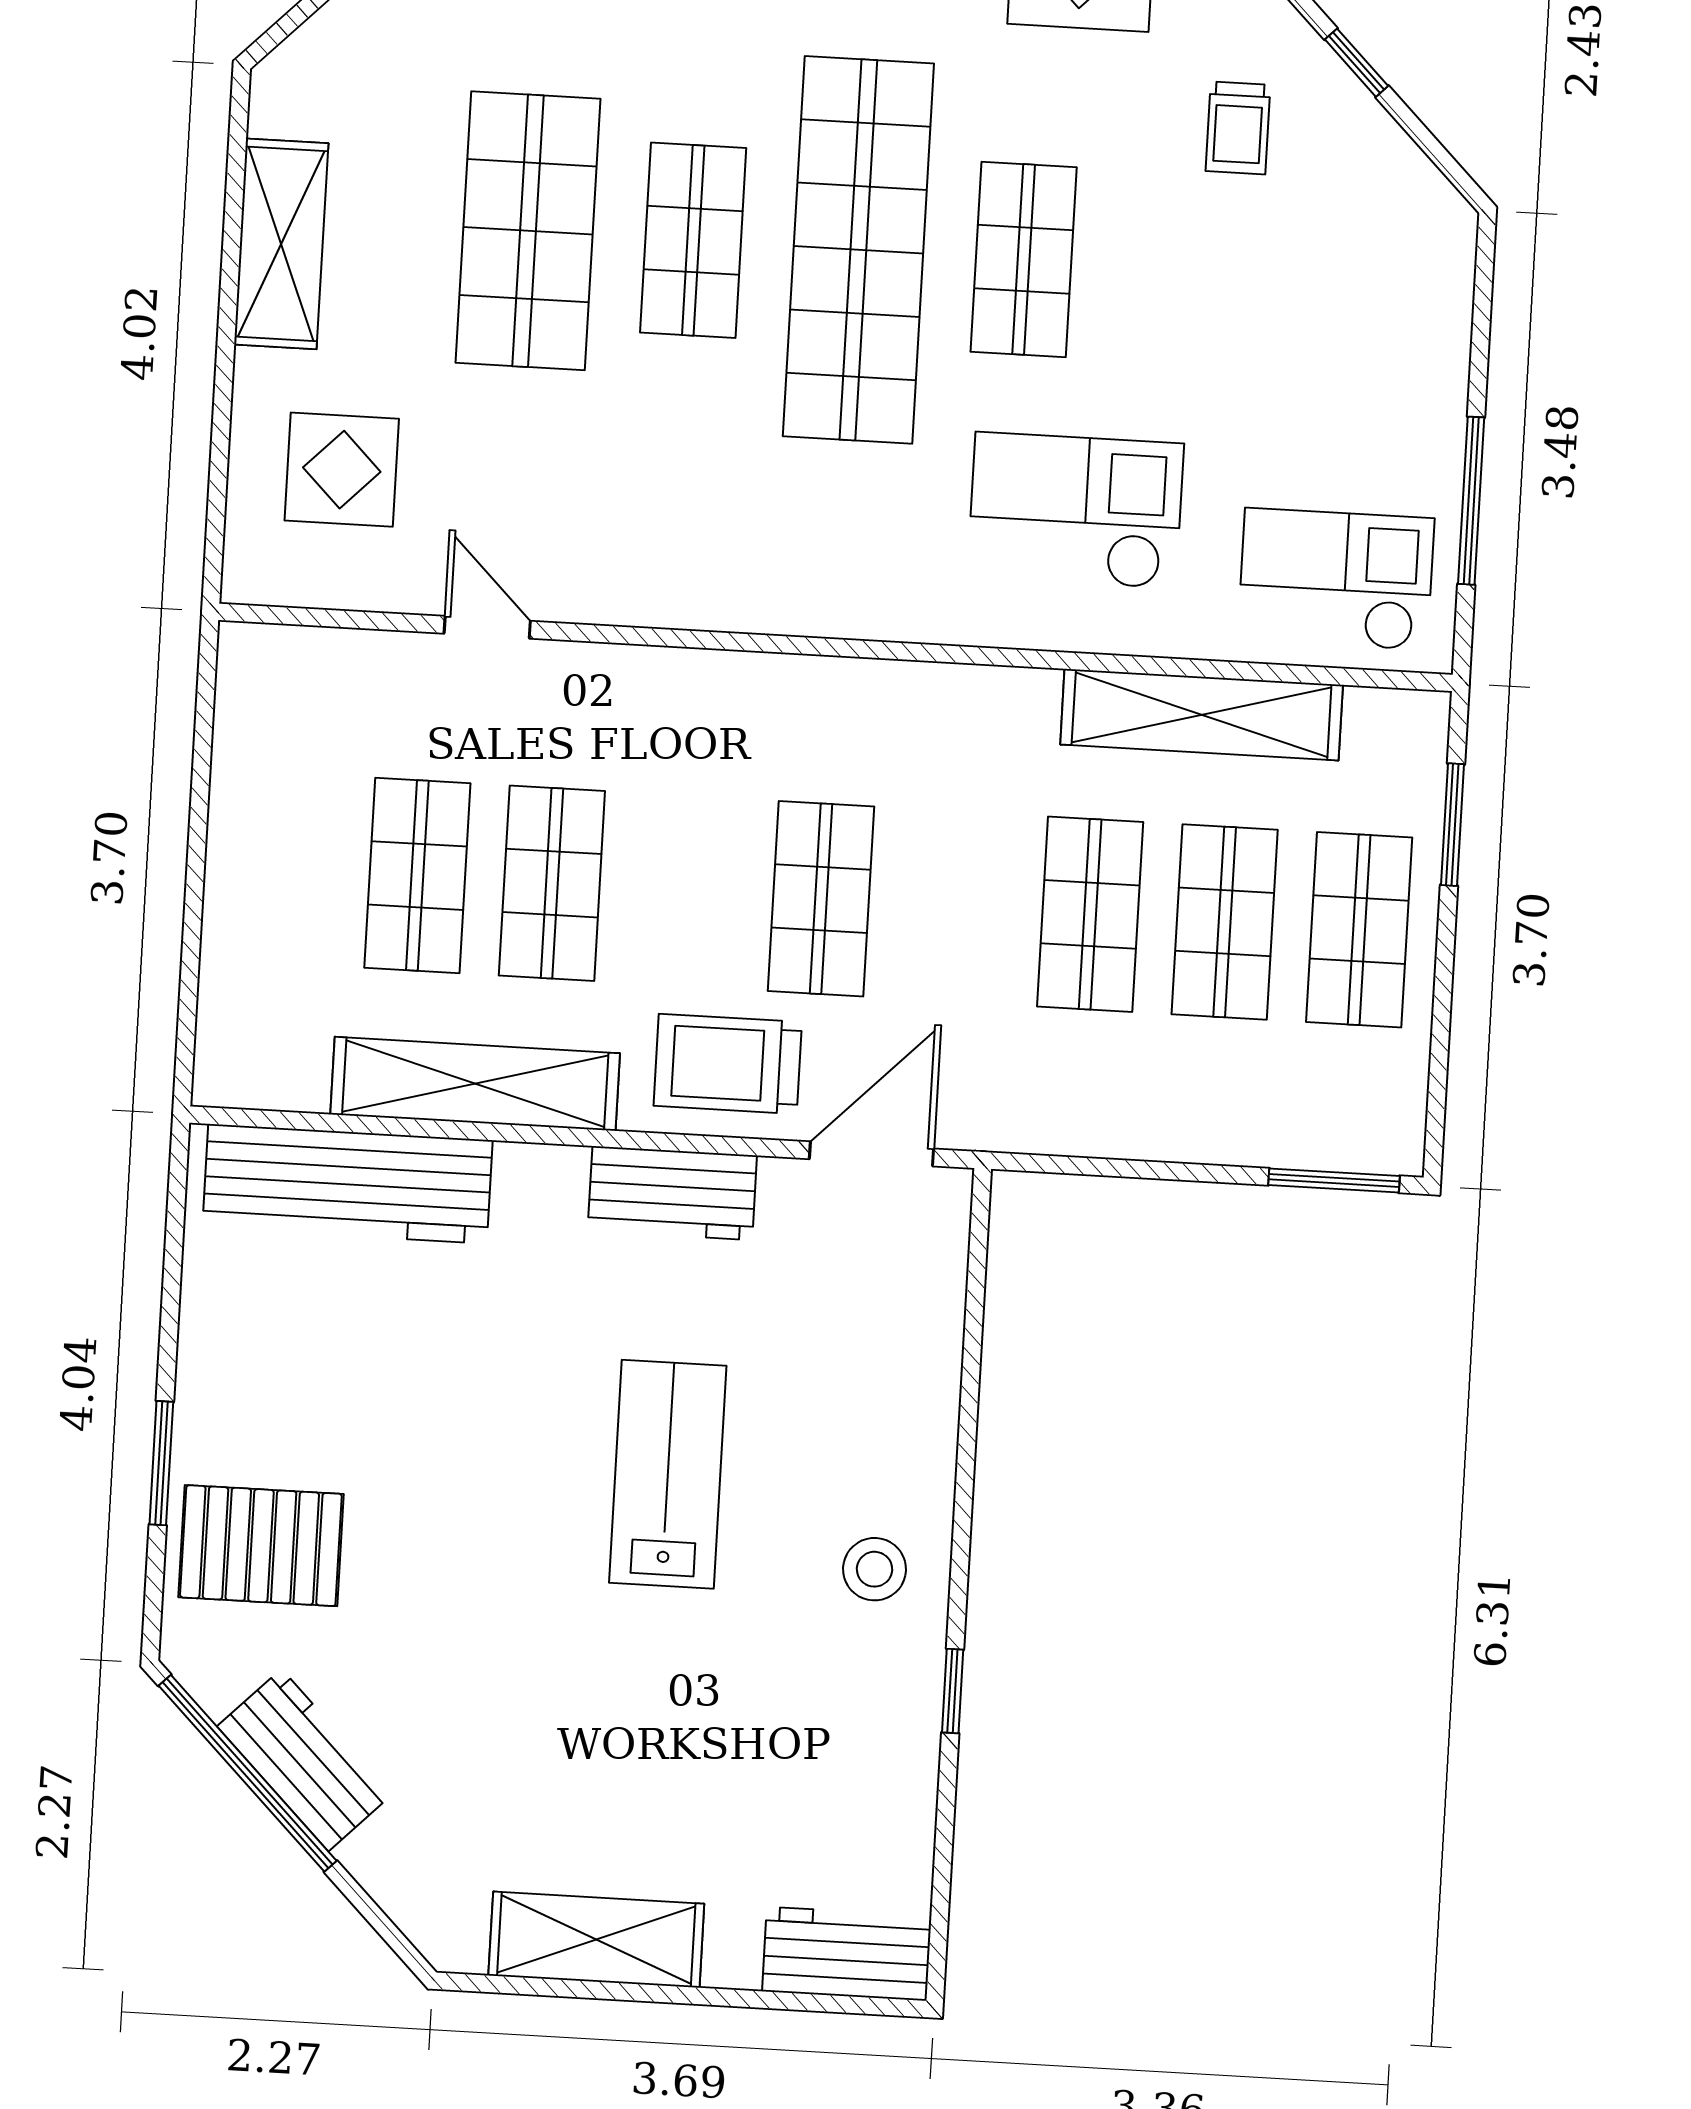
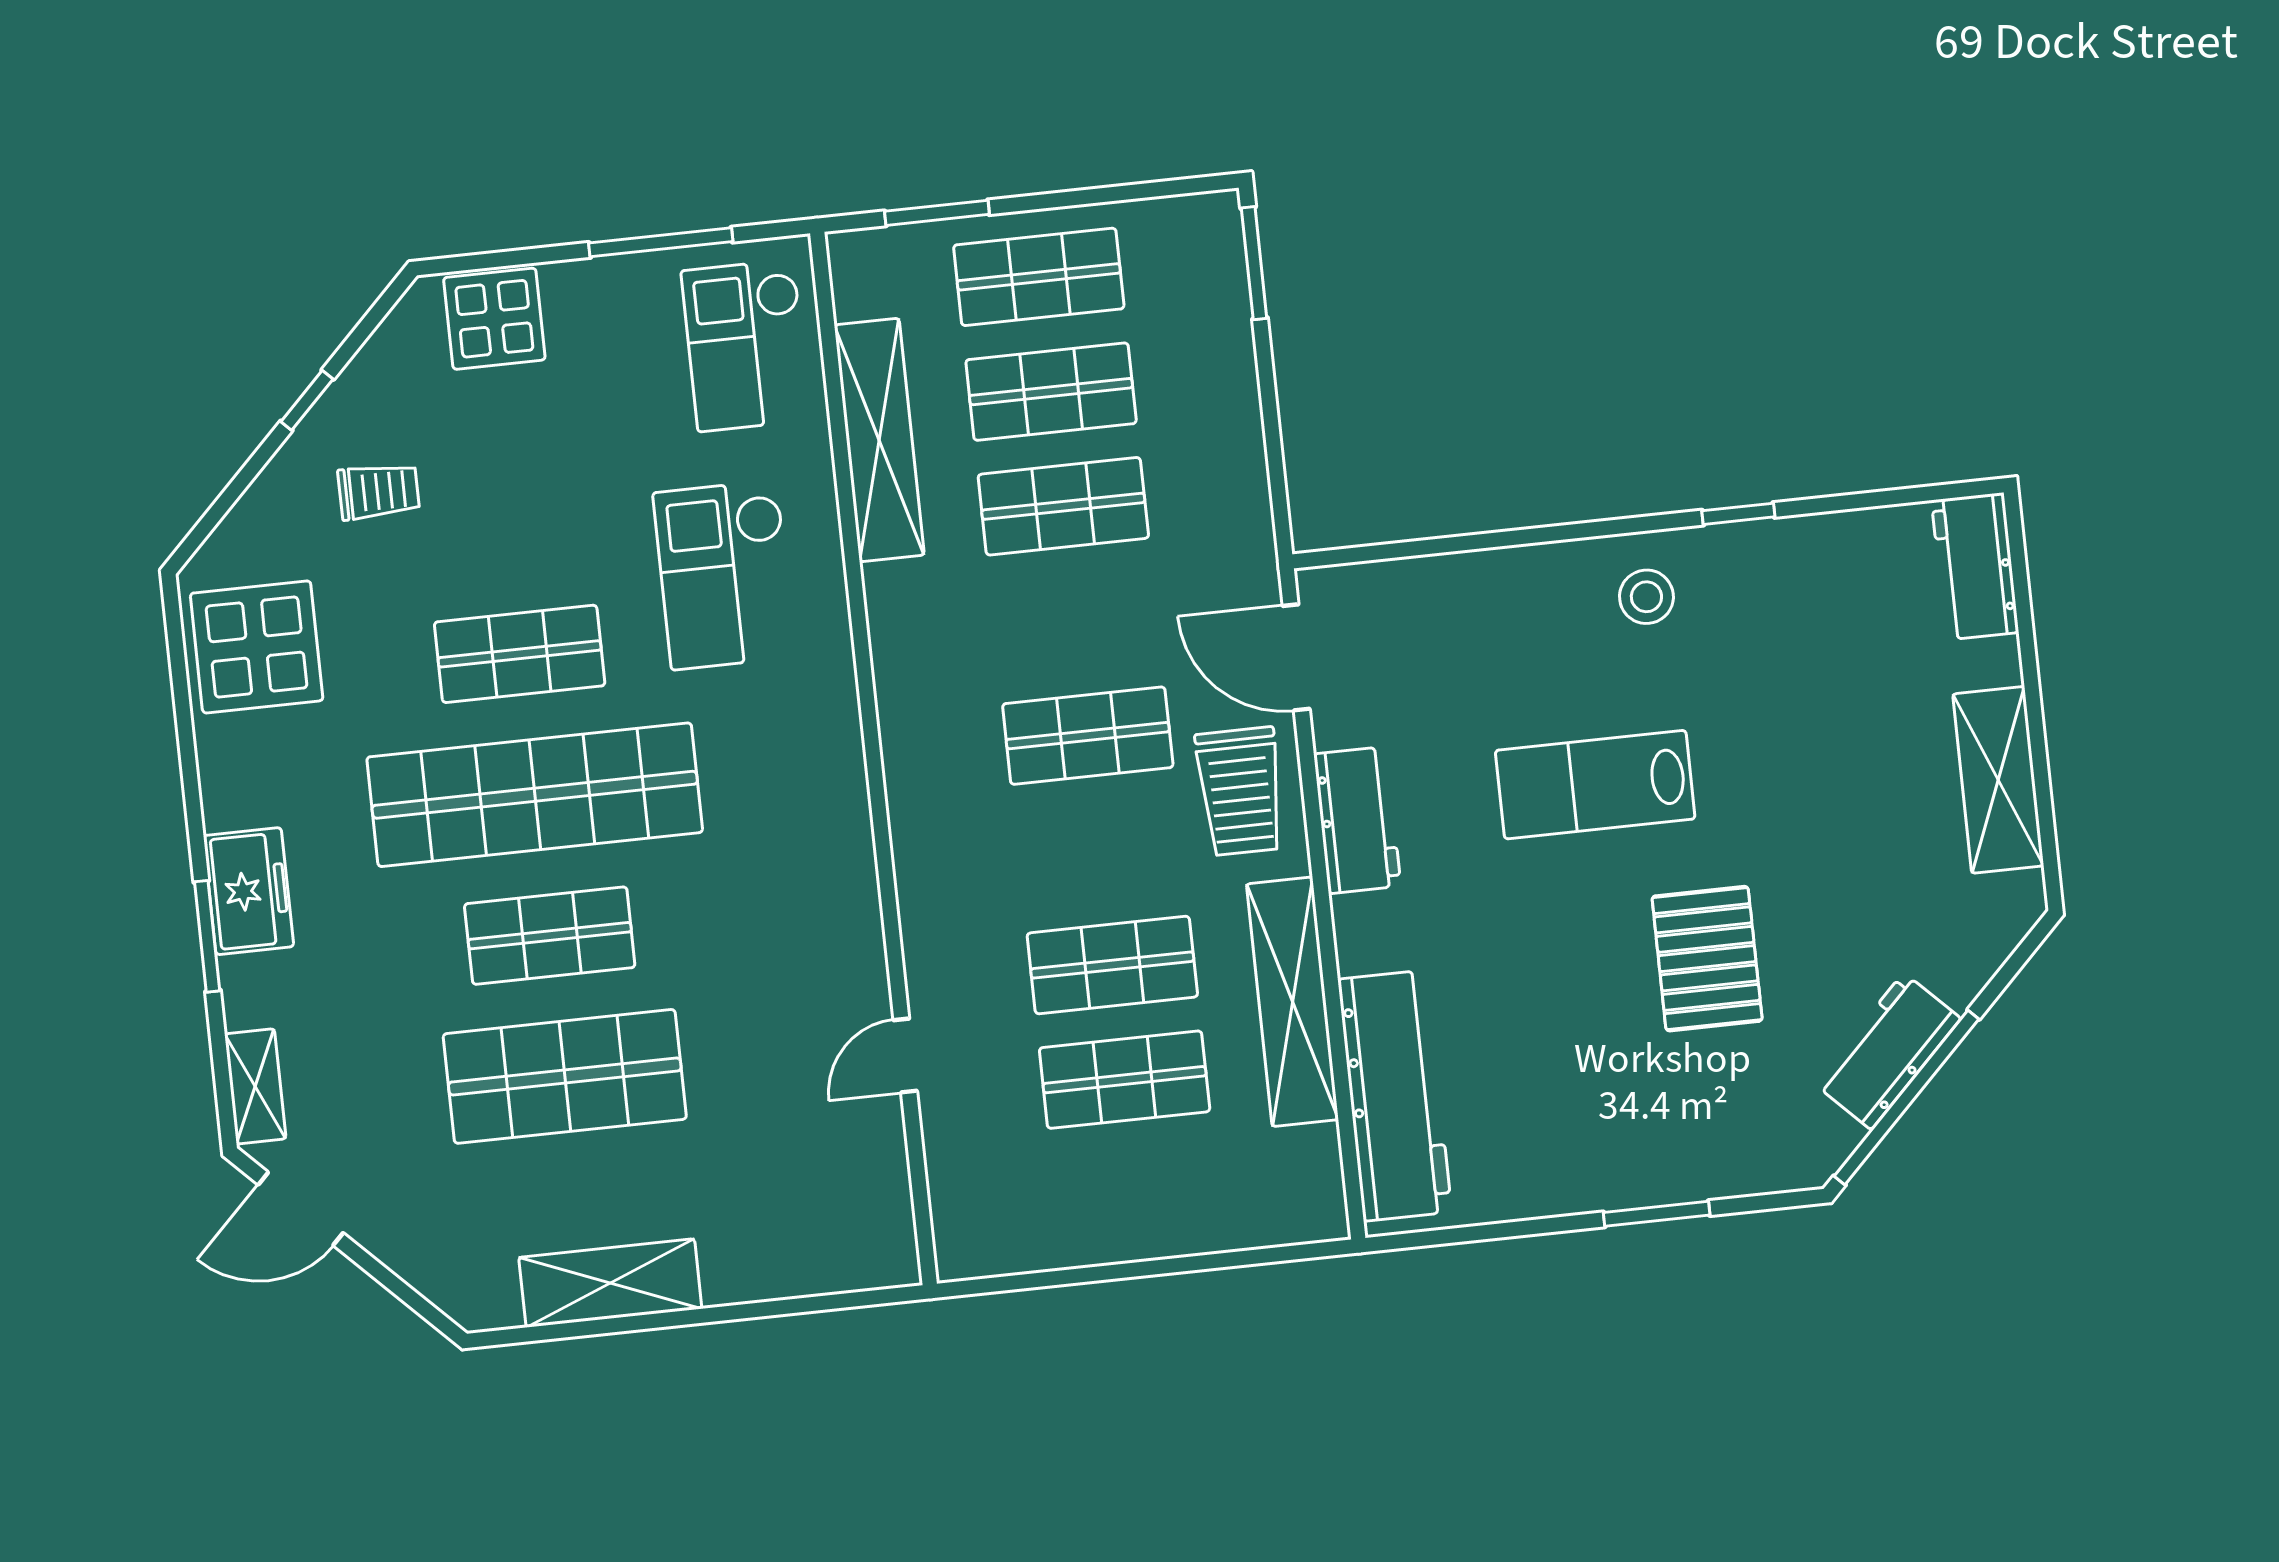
display table: (342, 470) -> (494, 319), moved
pallet: (261, 1546) -> (1707, 959), moved

